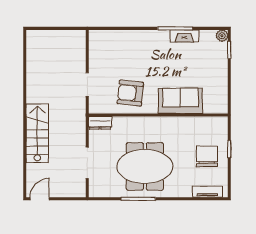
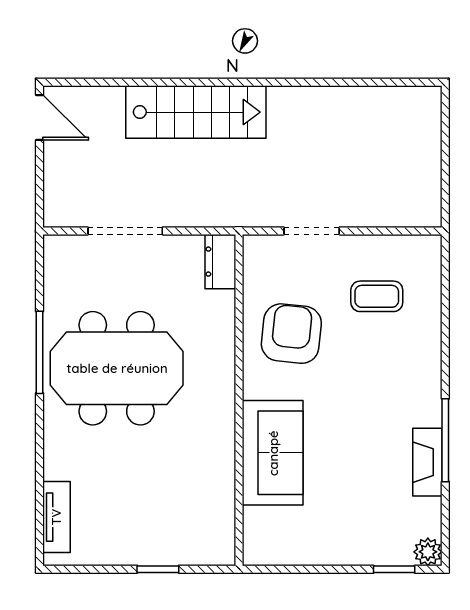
coffee table: (115, 57) -> (377, 296), added
chair: (207, 156) -> (141, 516), removed
meeting table: (145, 166) -> (117, 368), turned 90

